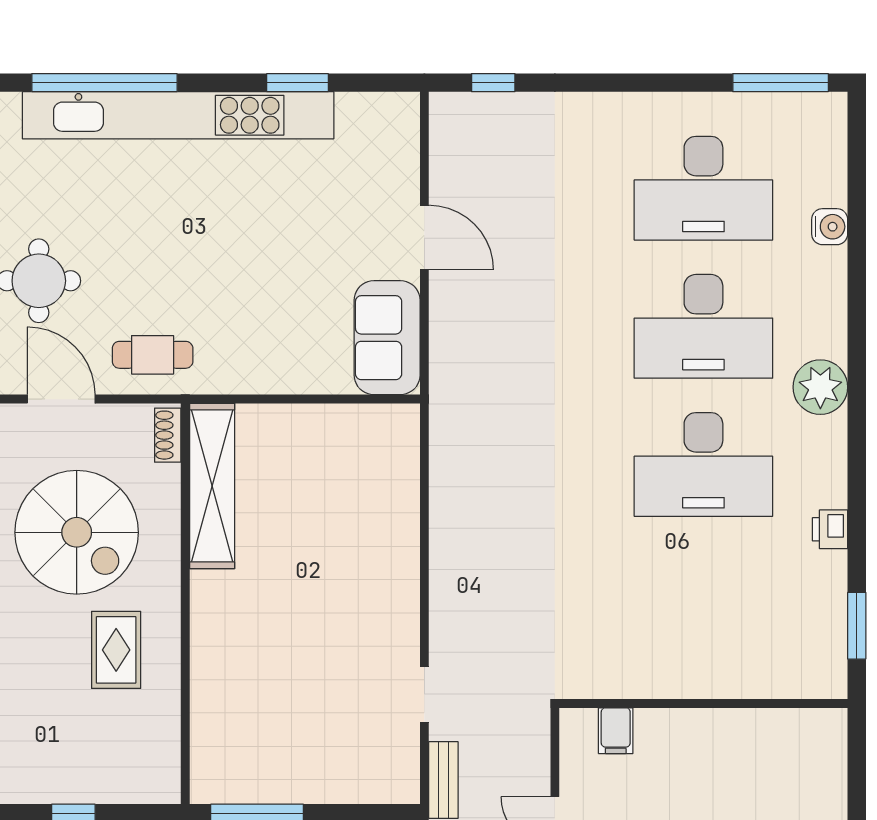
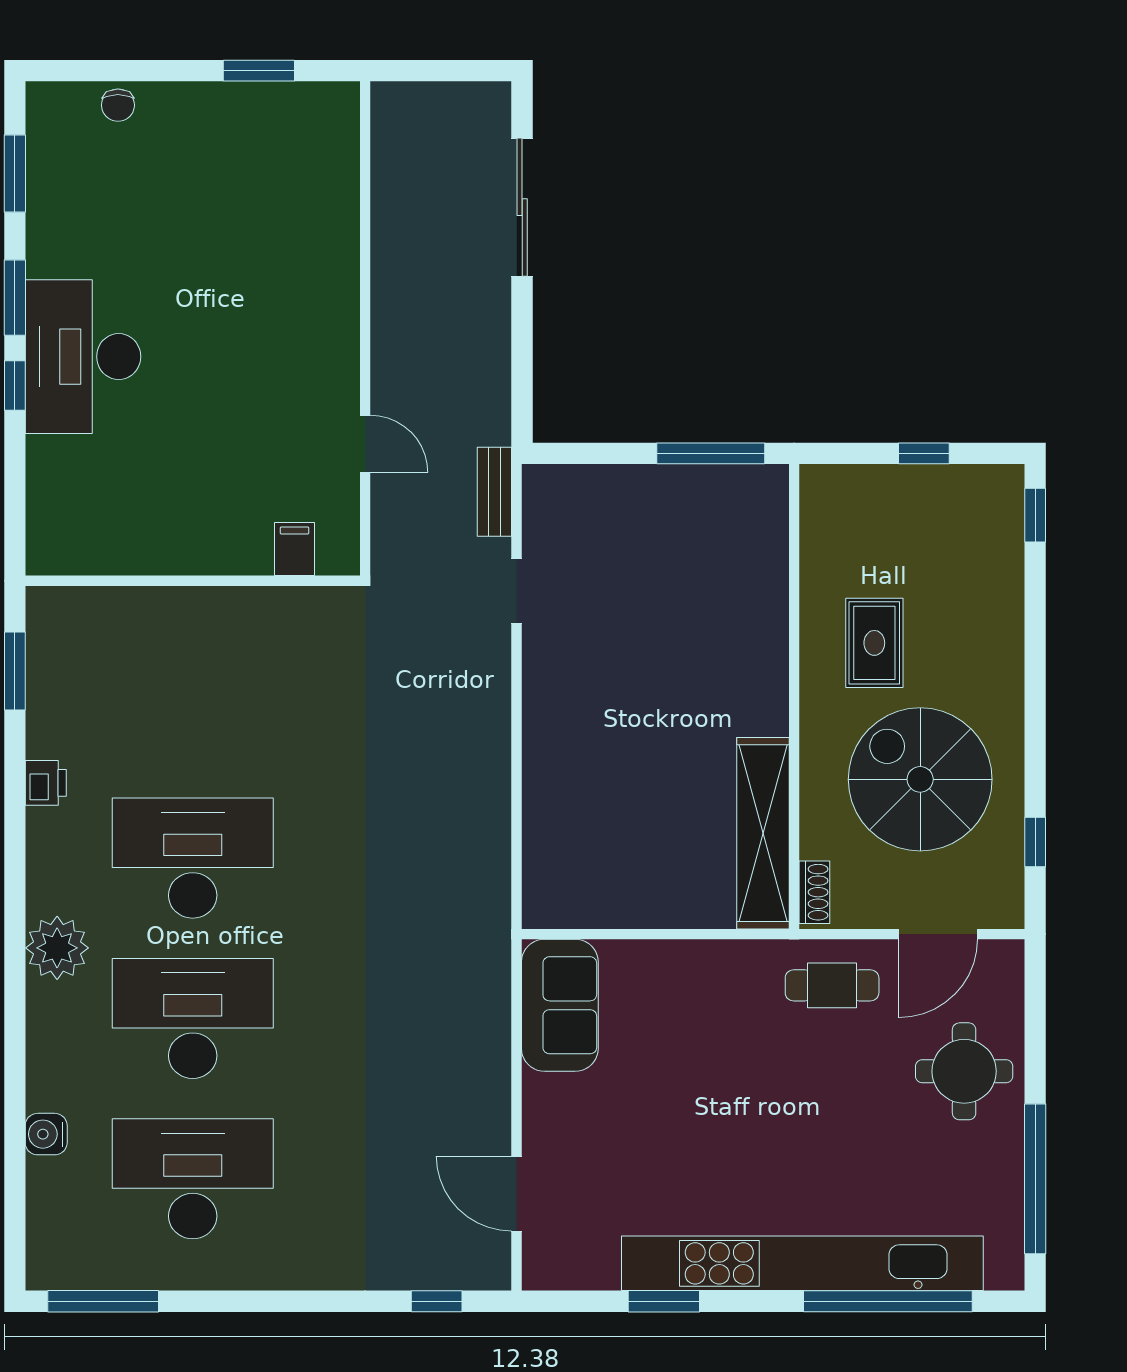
door: (424, 238) -> (517, 1194), moved
door: (61, 399) -> (938, 934), hinge flipped

